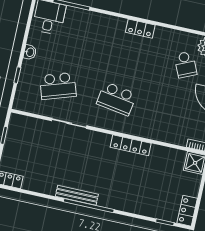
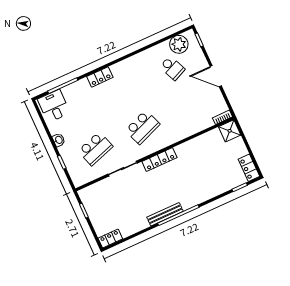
locker: (140, 29) -> (100, 77), moved
school desk: (117, 99) -> (142, 127), turned -30
locker: (131, 145) -> (159, 160), moved

